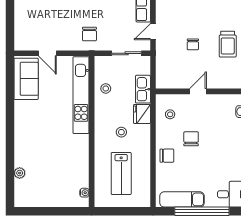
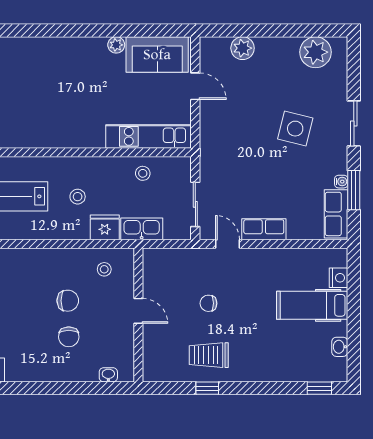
plant: (22, 22) -> (243, 48), added
chair: (89, 34) -> (224, 149), removed
door: (47, 53) -> (195, 86), swing flipped
kitchen unit: (81, 95) -> (148, 136), width x0.73
chair: (167, 156) -> (69, 337), moved
plant: (20, 173) -> (116, 45), moved

